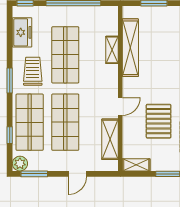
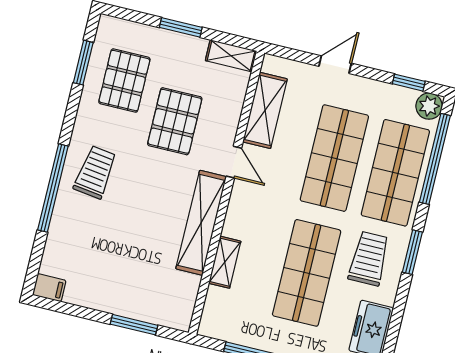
shelving: (130, 48) -> (201, 223), moved
trolley: (33, 71) -> (369, 259), turned 180
door: (120, 106) -> (234, 162), swing flipped
window: (10, 135) -> (435, 159), width x3.17
window: (34, 174) -> (409, 83), width x0.67

